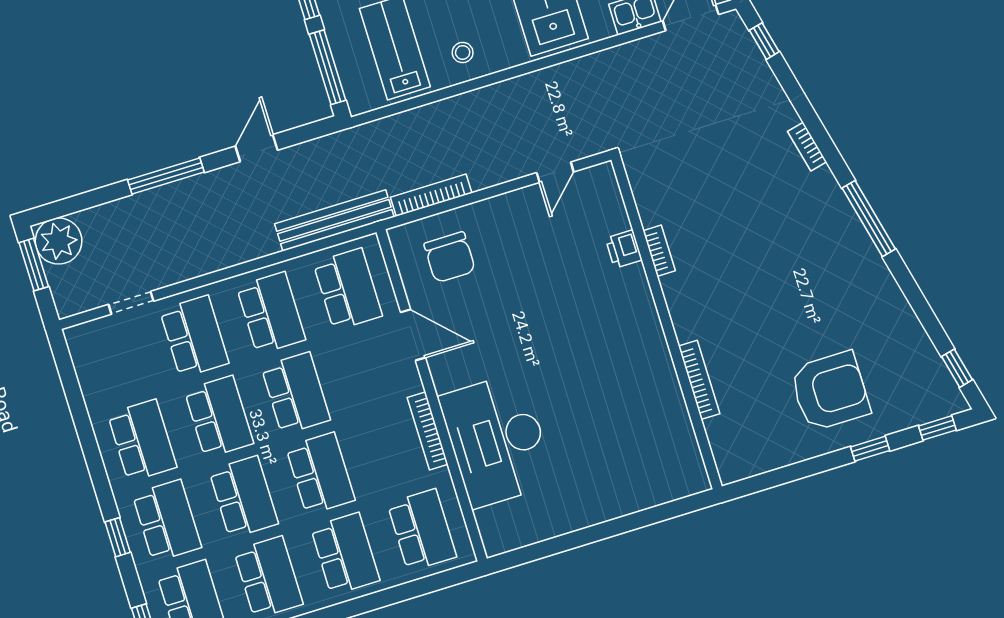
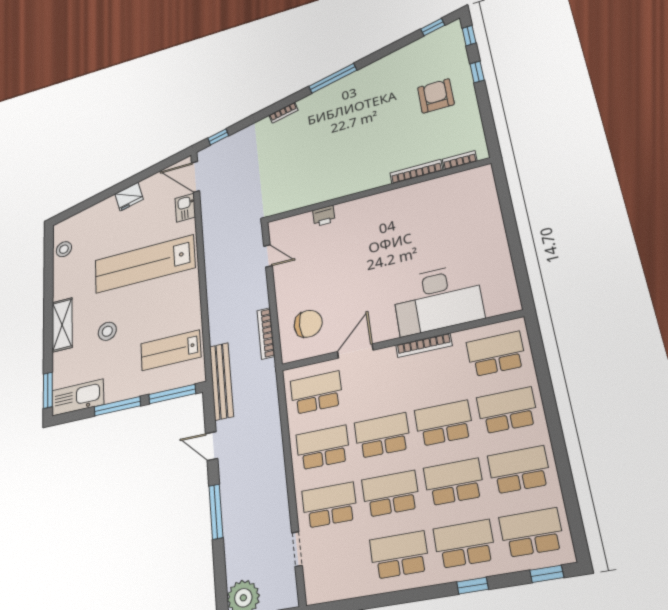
stool: (463, 52) -> (183, 309), removed
bench: (334, 220) -> (221, 381), moved
bookcase: (659, 251) -> (460, 160), moved
armchair: (830, 391) -> (436, 96), width x0.73, depth x0.73

